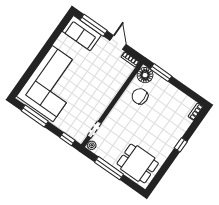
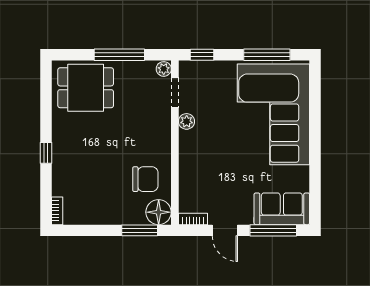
plant: (99, 111) -> (187, 121), added

